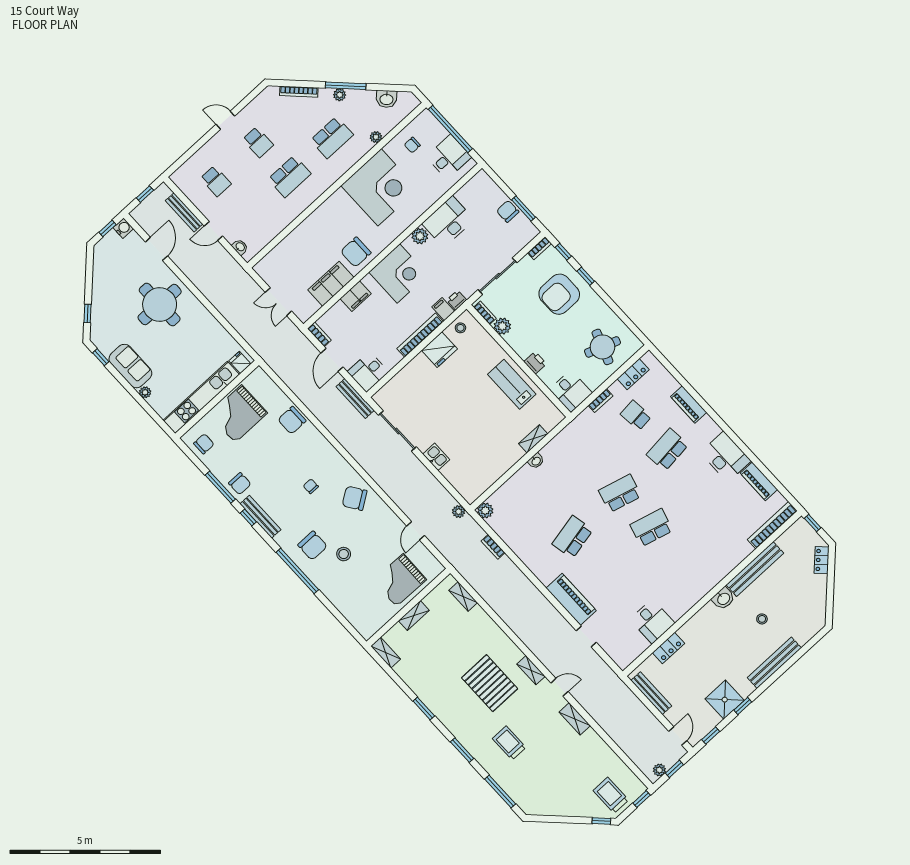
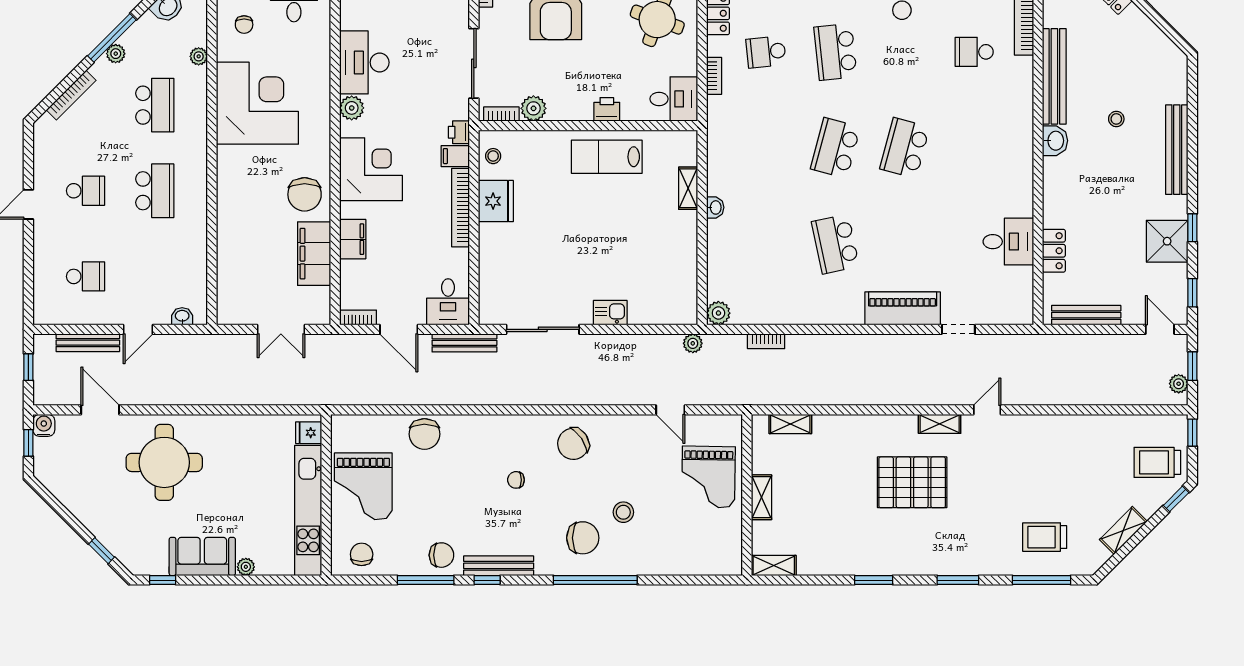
school desk: (731, 518) -> (974, 52), added
shelving: (575, 719) -> (1123, 530), moved, turned -45
trolley: (509, 743) -> (1045, 537), moved

